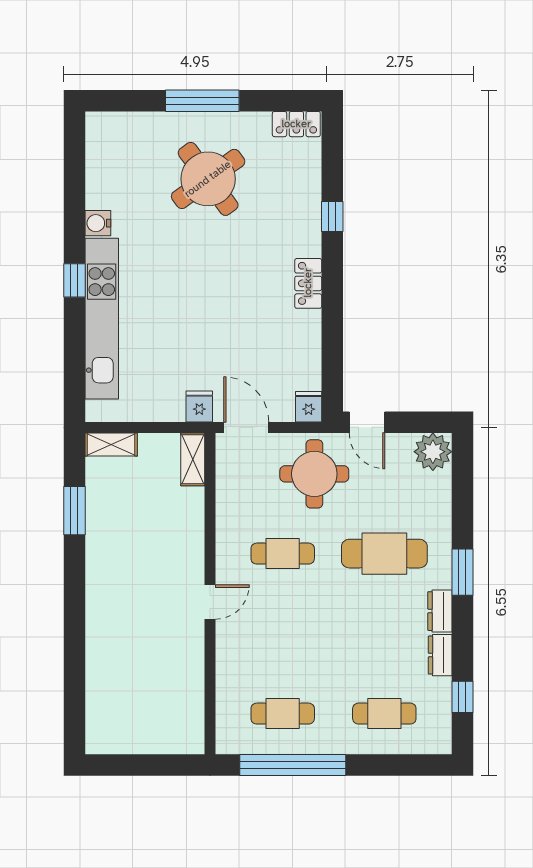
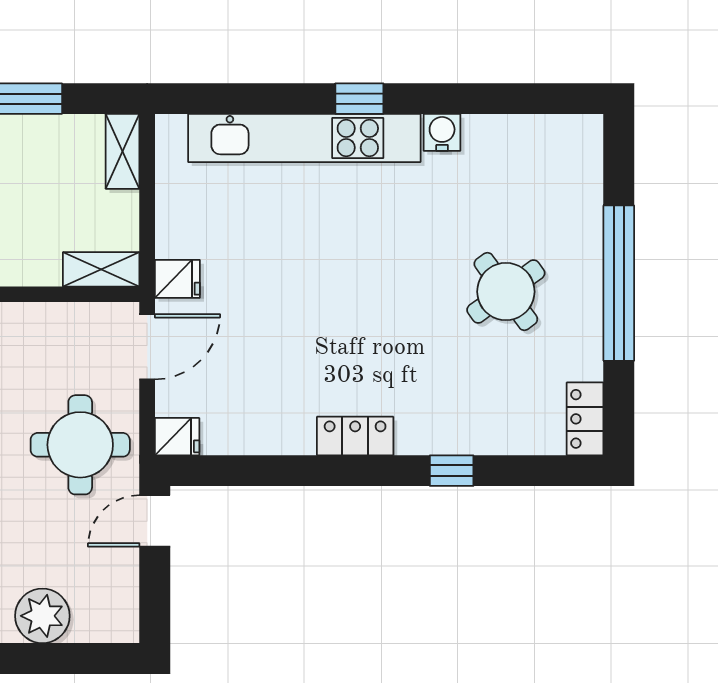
window: (202, 101) -> (619, 283), width x1.46
round table: (208, 179) -> (506, 292), width x0.73, depth x0.73
plant: (433, 452) -> (42, 616), moved

